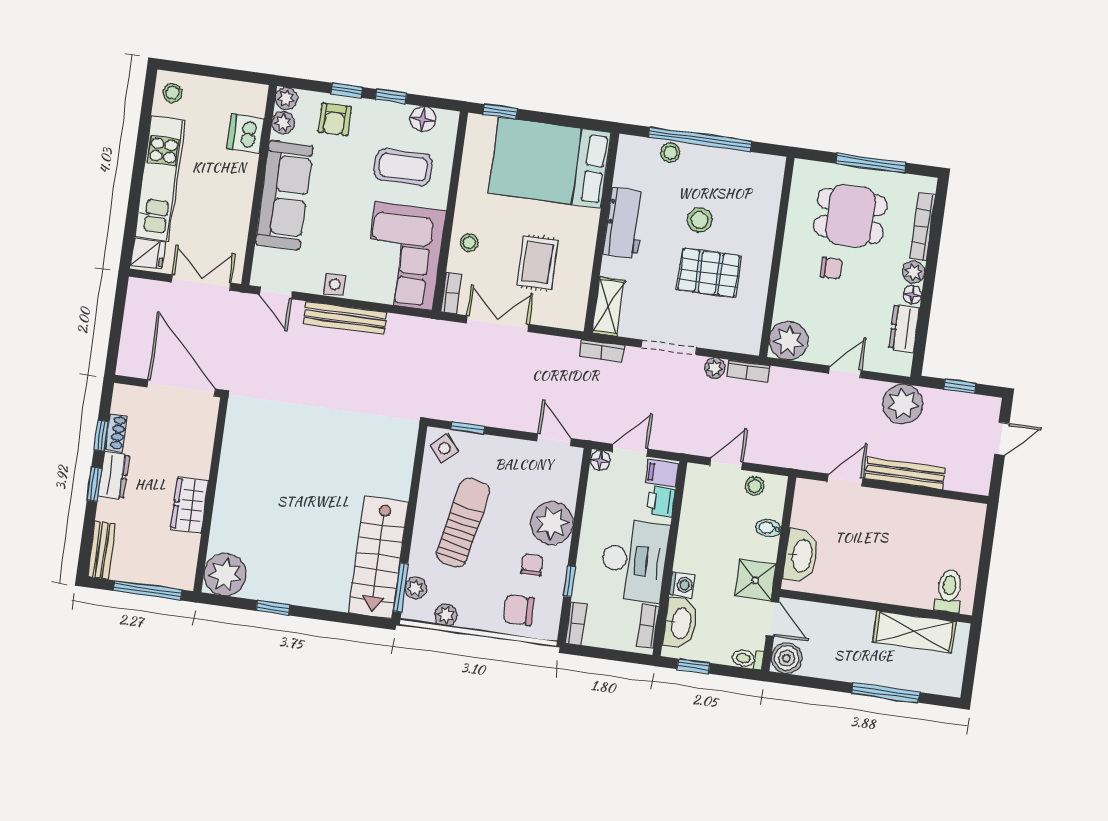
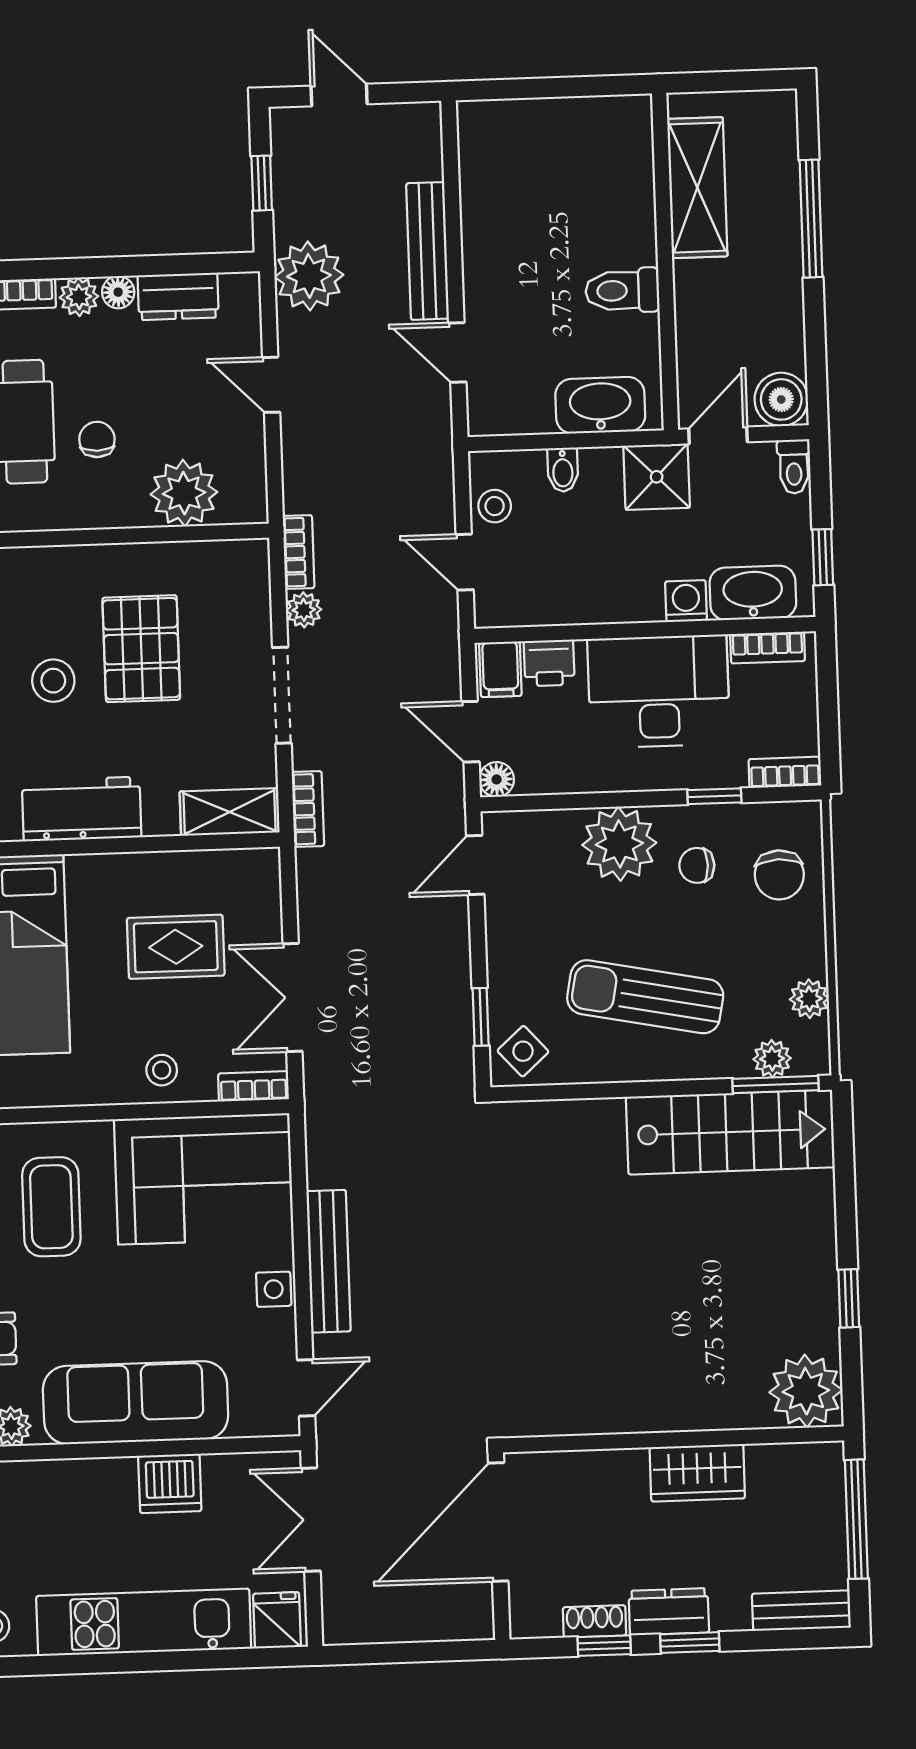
dishwasher: (246, 133) -> (170, 1483), moved
plant: (789, 341) -> (184, 493), moved
toilet: (949, 591) -> (622, 290), moved

